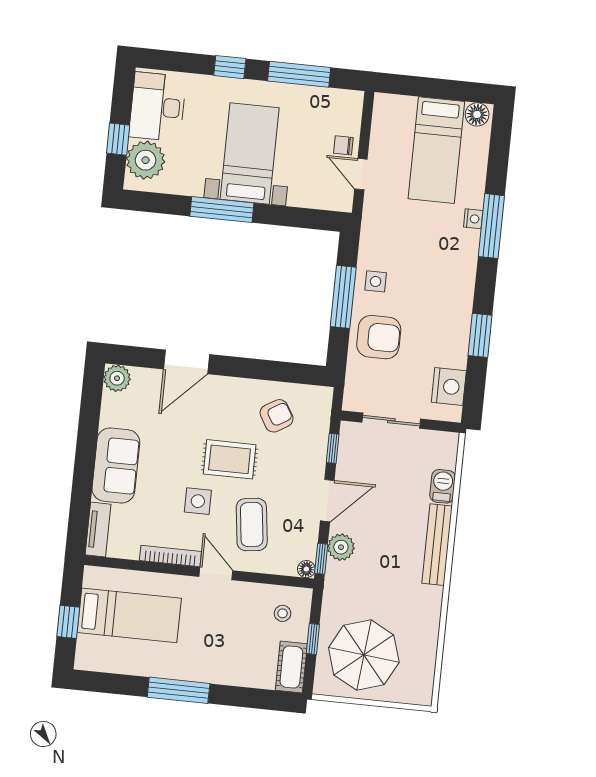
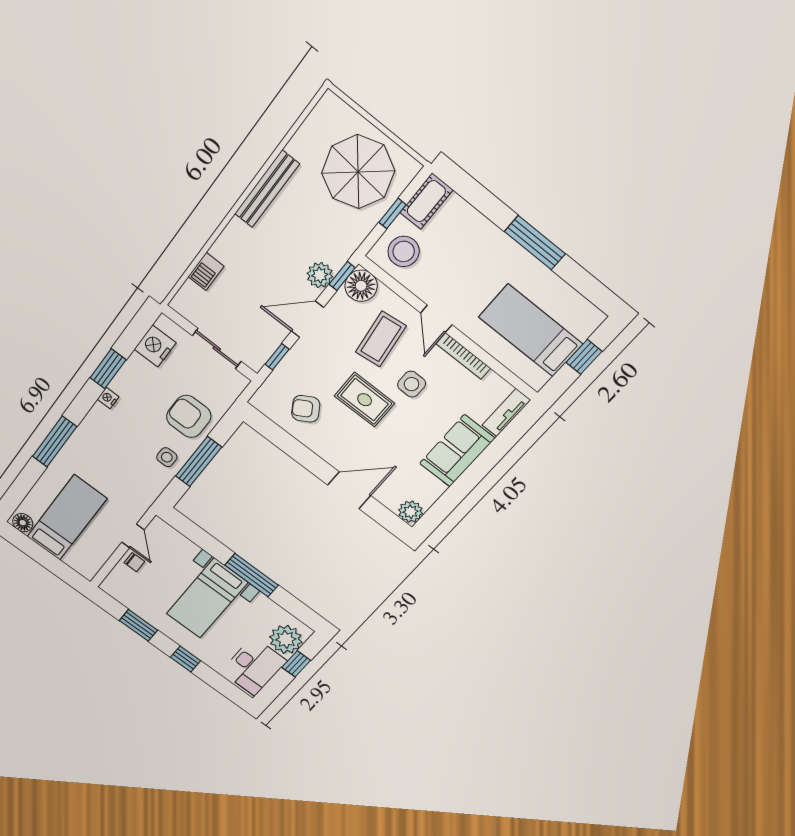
window: (299, 74) -> (138, 625), width x0.69
nightstand: (473, 219) -> (108, 398), moved
bench: (437, 545) -> (267, 189), moved
floor lamp: (306, 569) -> (361, 286), width x1.89, depth x1.89
stool: (283, 613) -> (404, 251), width x1.89, depth x1.89

